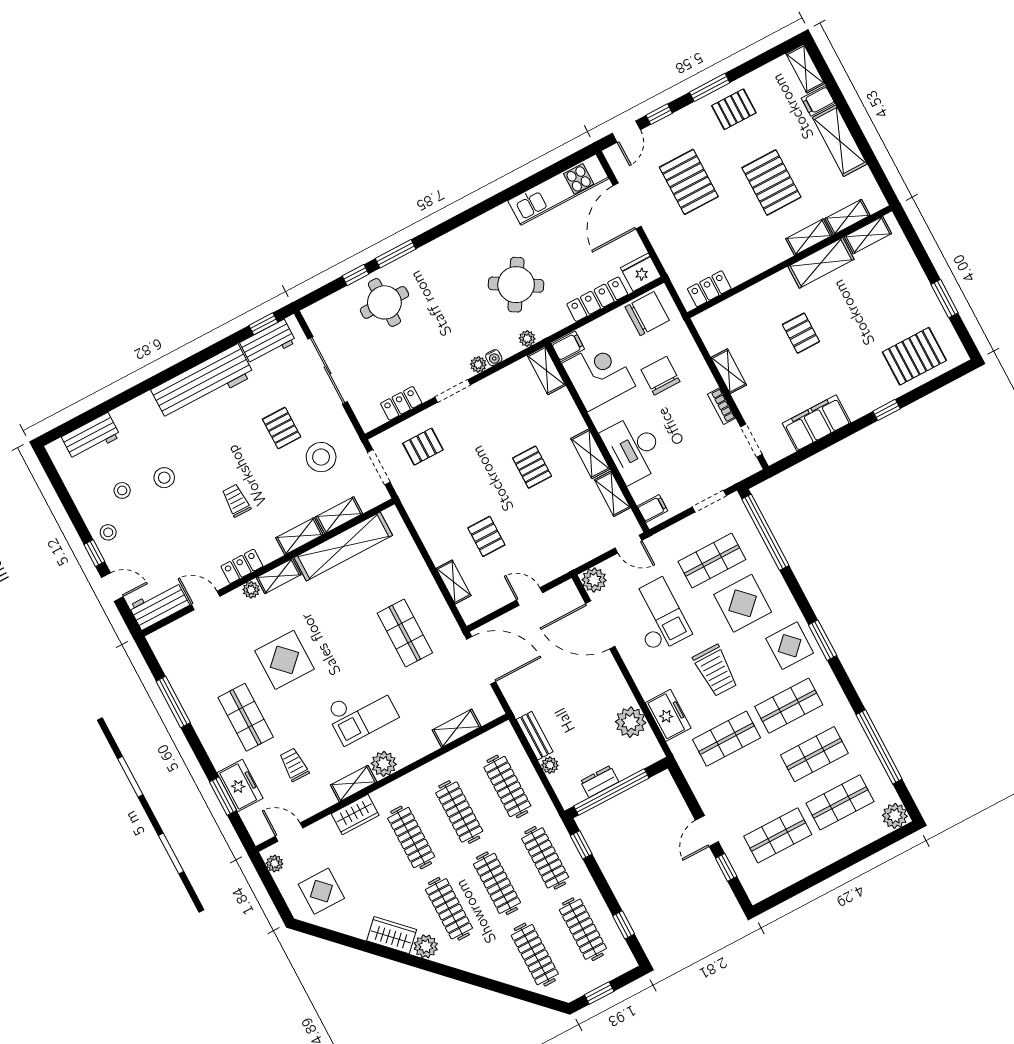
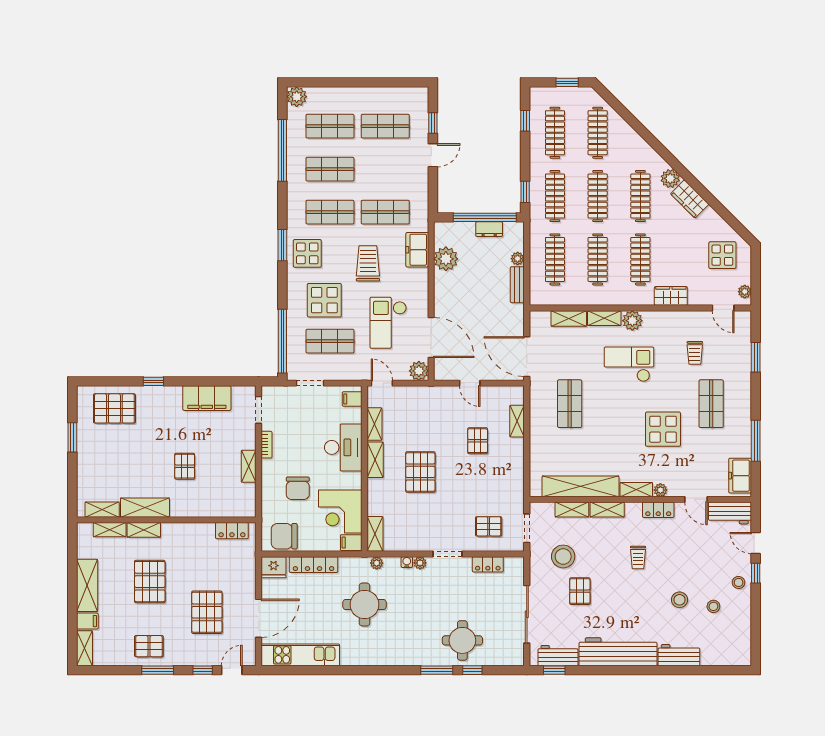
round table: (516, 285) -> (364, 604), turned -31
workbench: (91, 437) -> (679, 655), moved
pallet: (532, 467) -> (420, 472), width x1.50, depth x1.42
shelving: (354, 783) -> (604, 318), moved
freezer: (240, 786) -> (740, 476), moved

